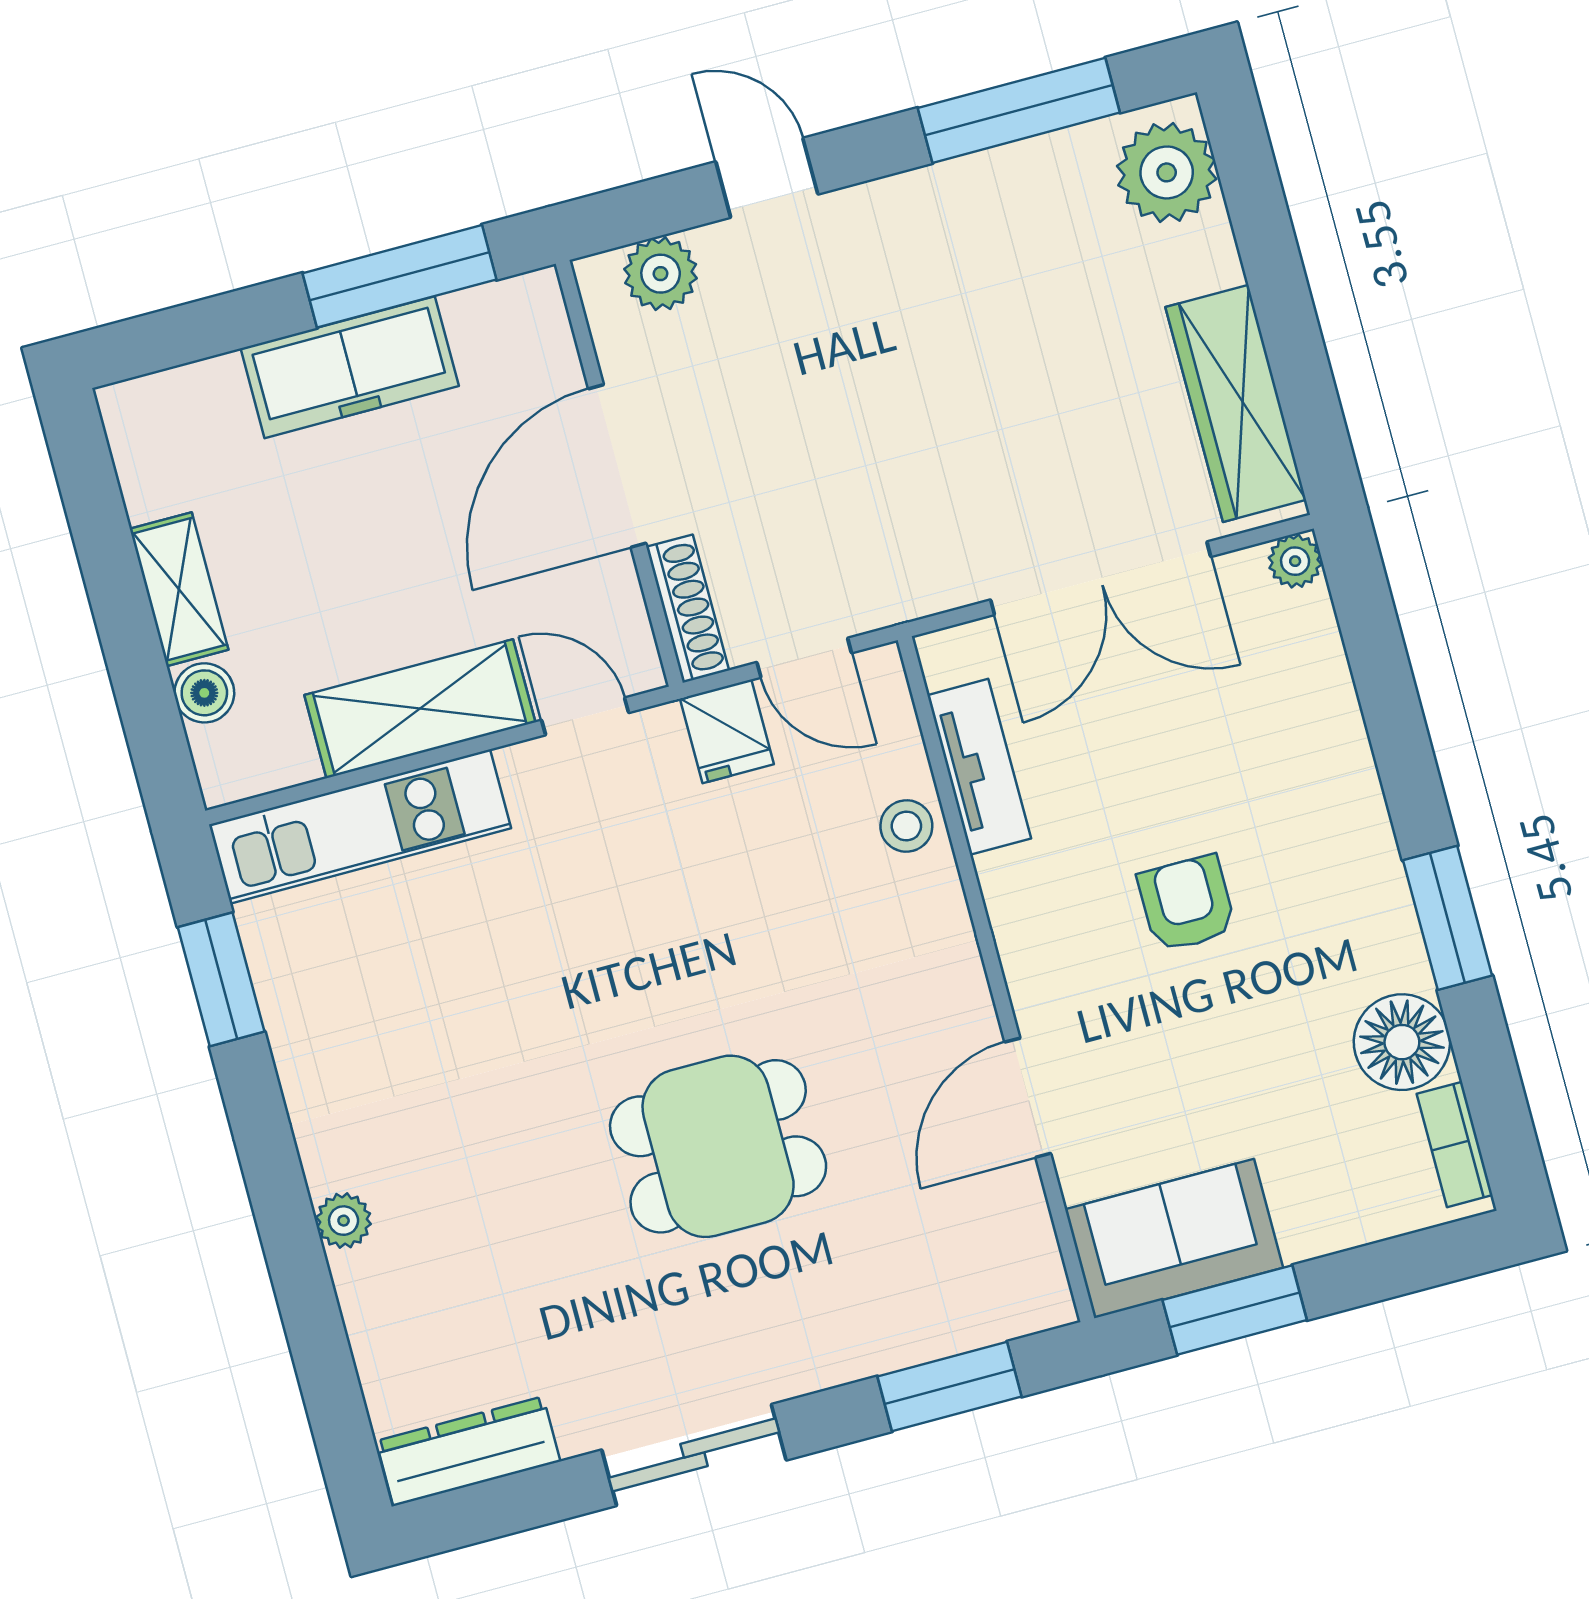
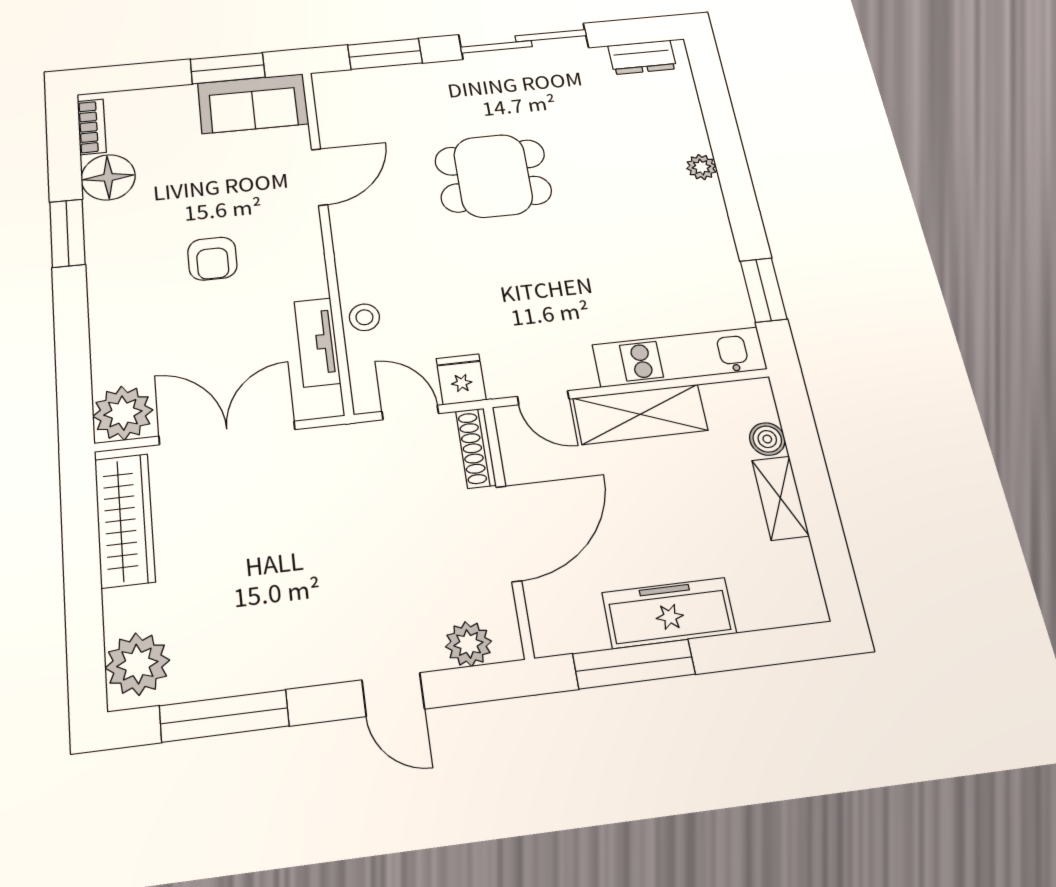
plant: (1295, 561) -> (123, 413), width x1.87, depth x1.87
dresser: (468, 1451) -> (642, 57), width x0.70
sliding door: (694, 1455) -> (524, 41), width x1.37

